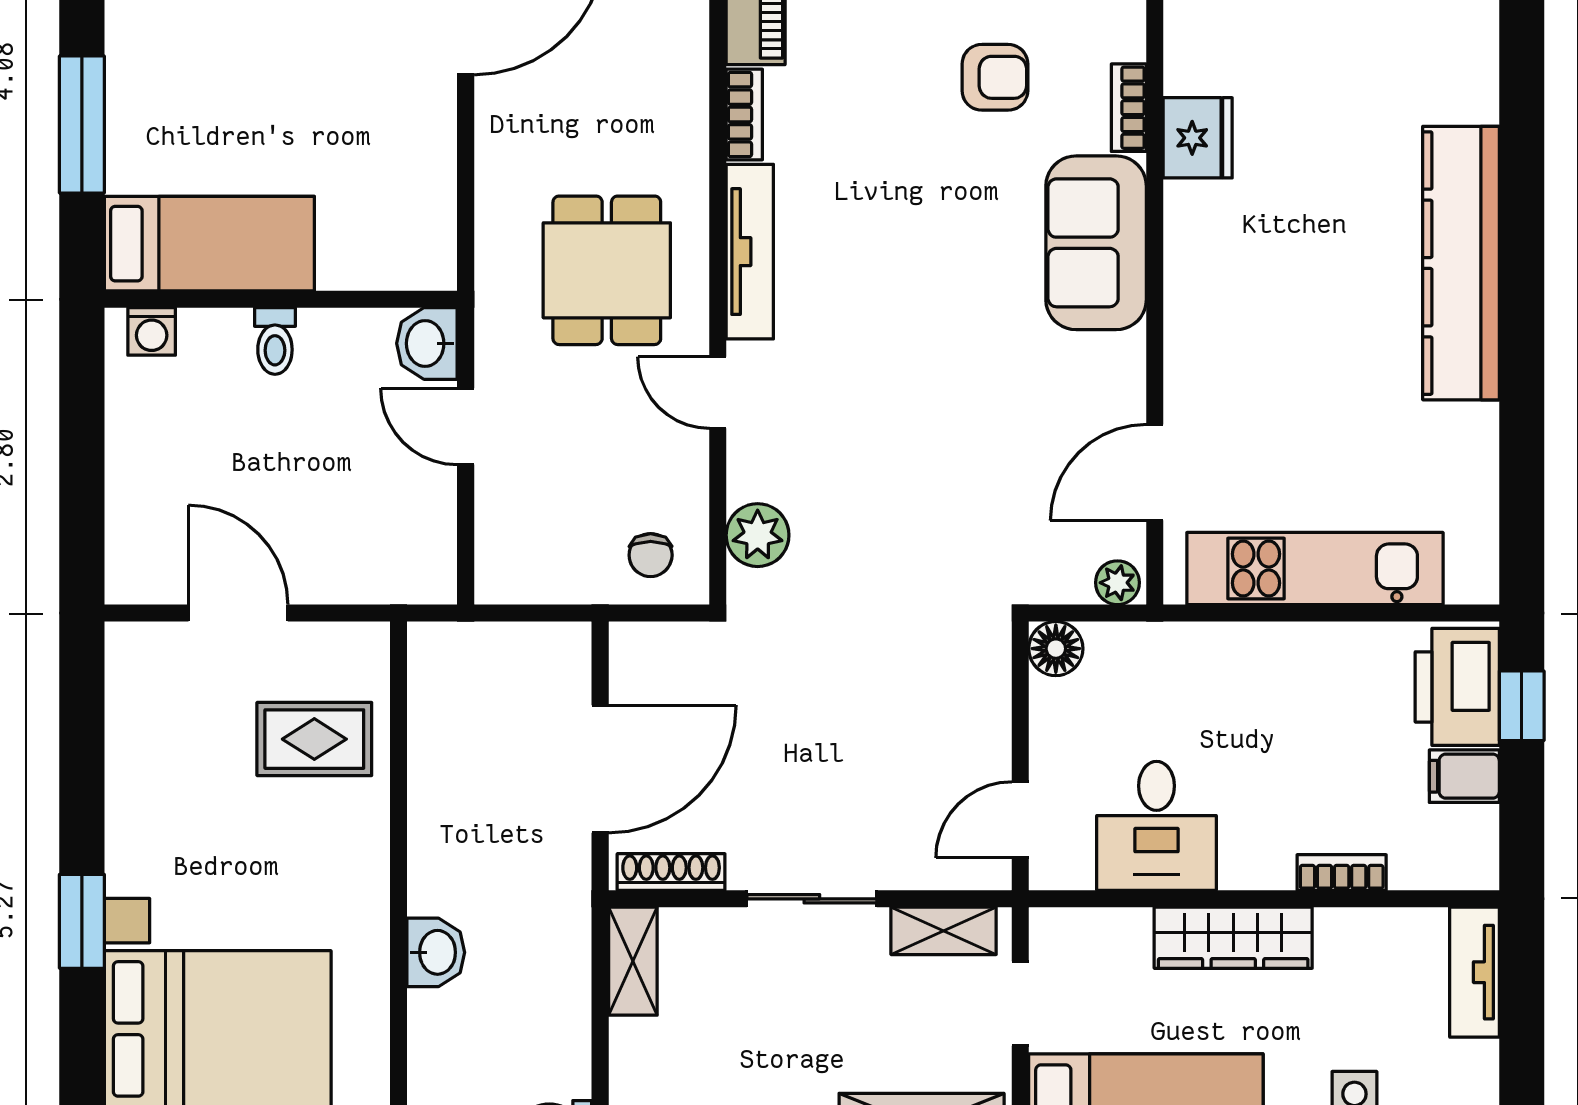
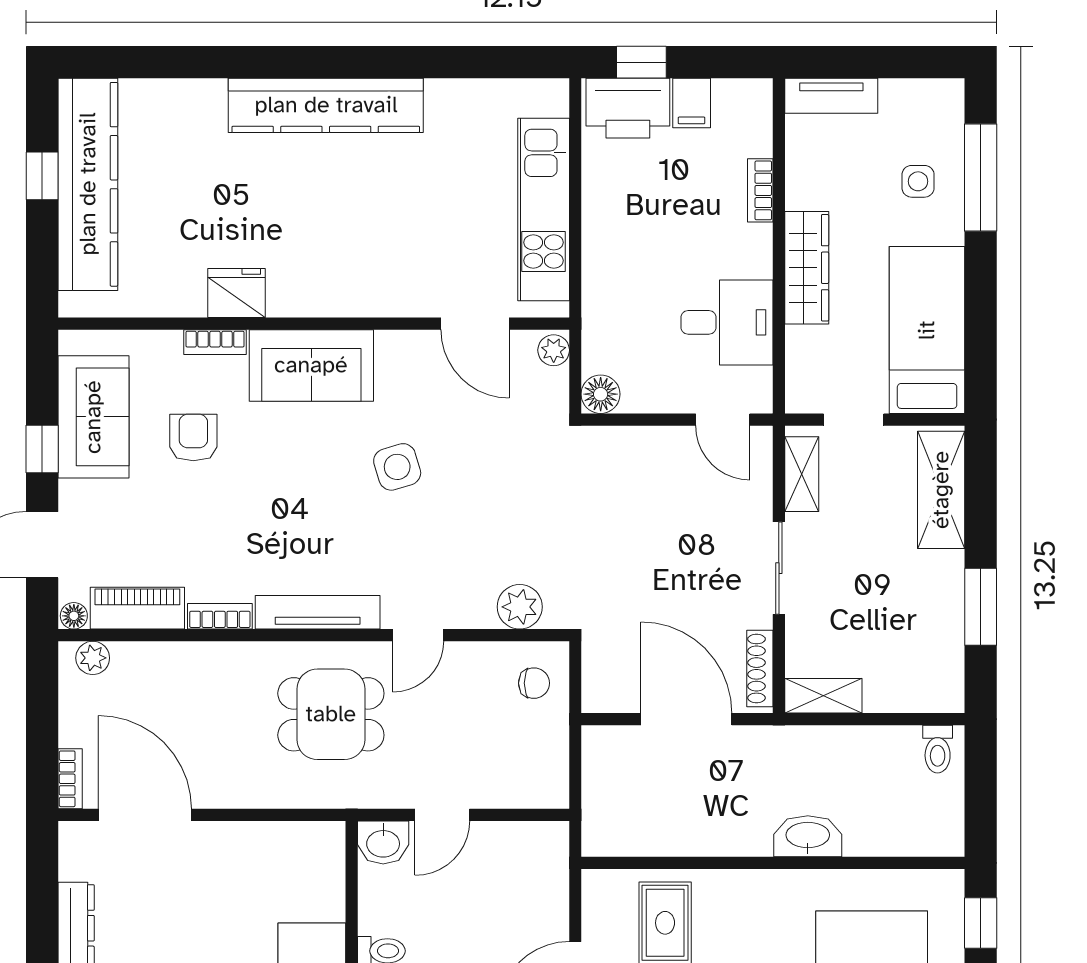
side table: (954, 363) -> (397, 467), added
washbasin: (436, 952) -> (808, 836), width x1.38

